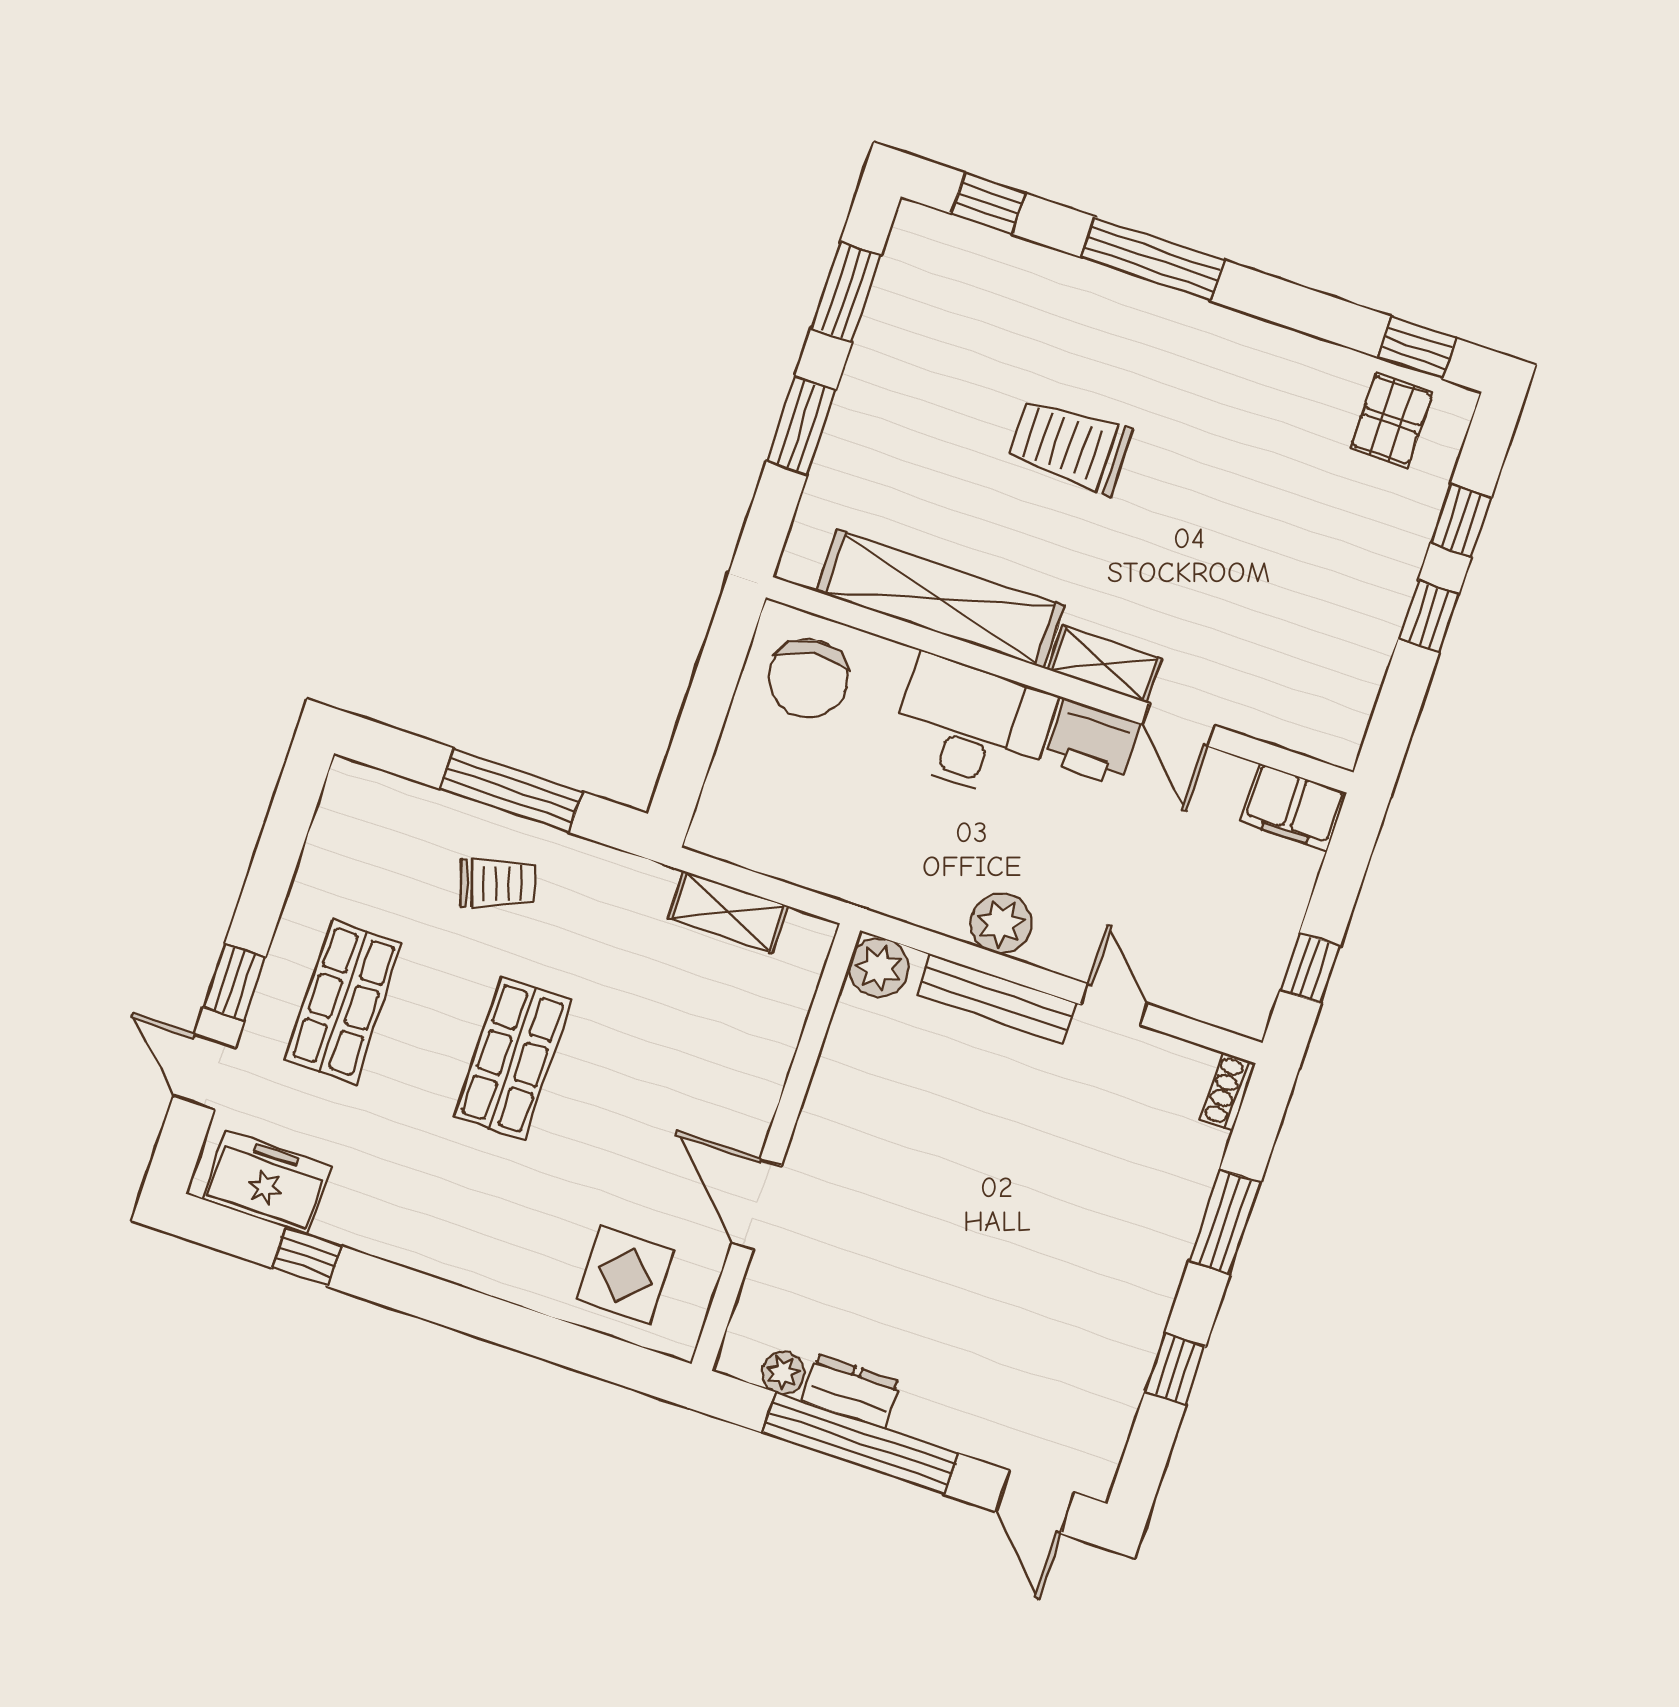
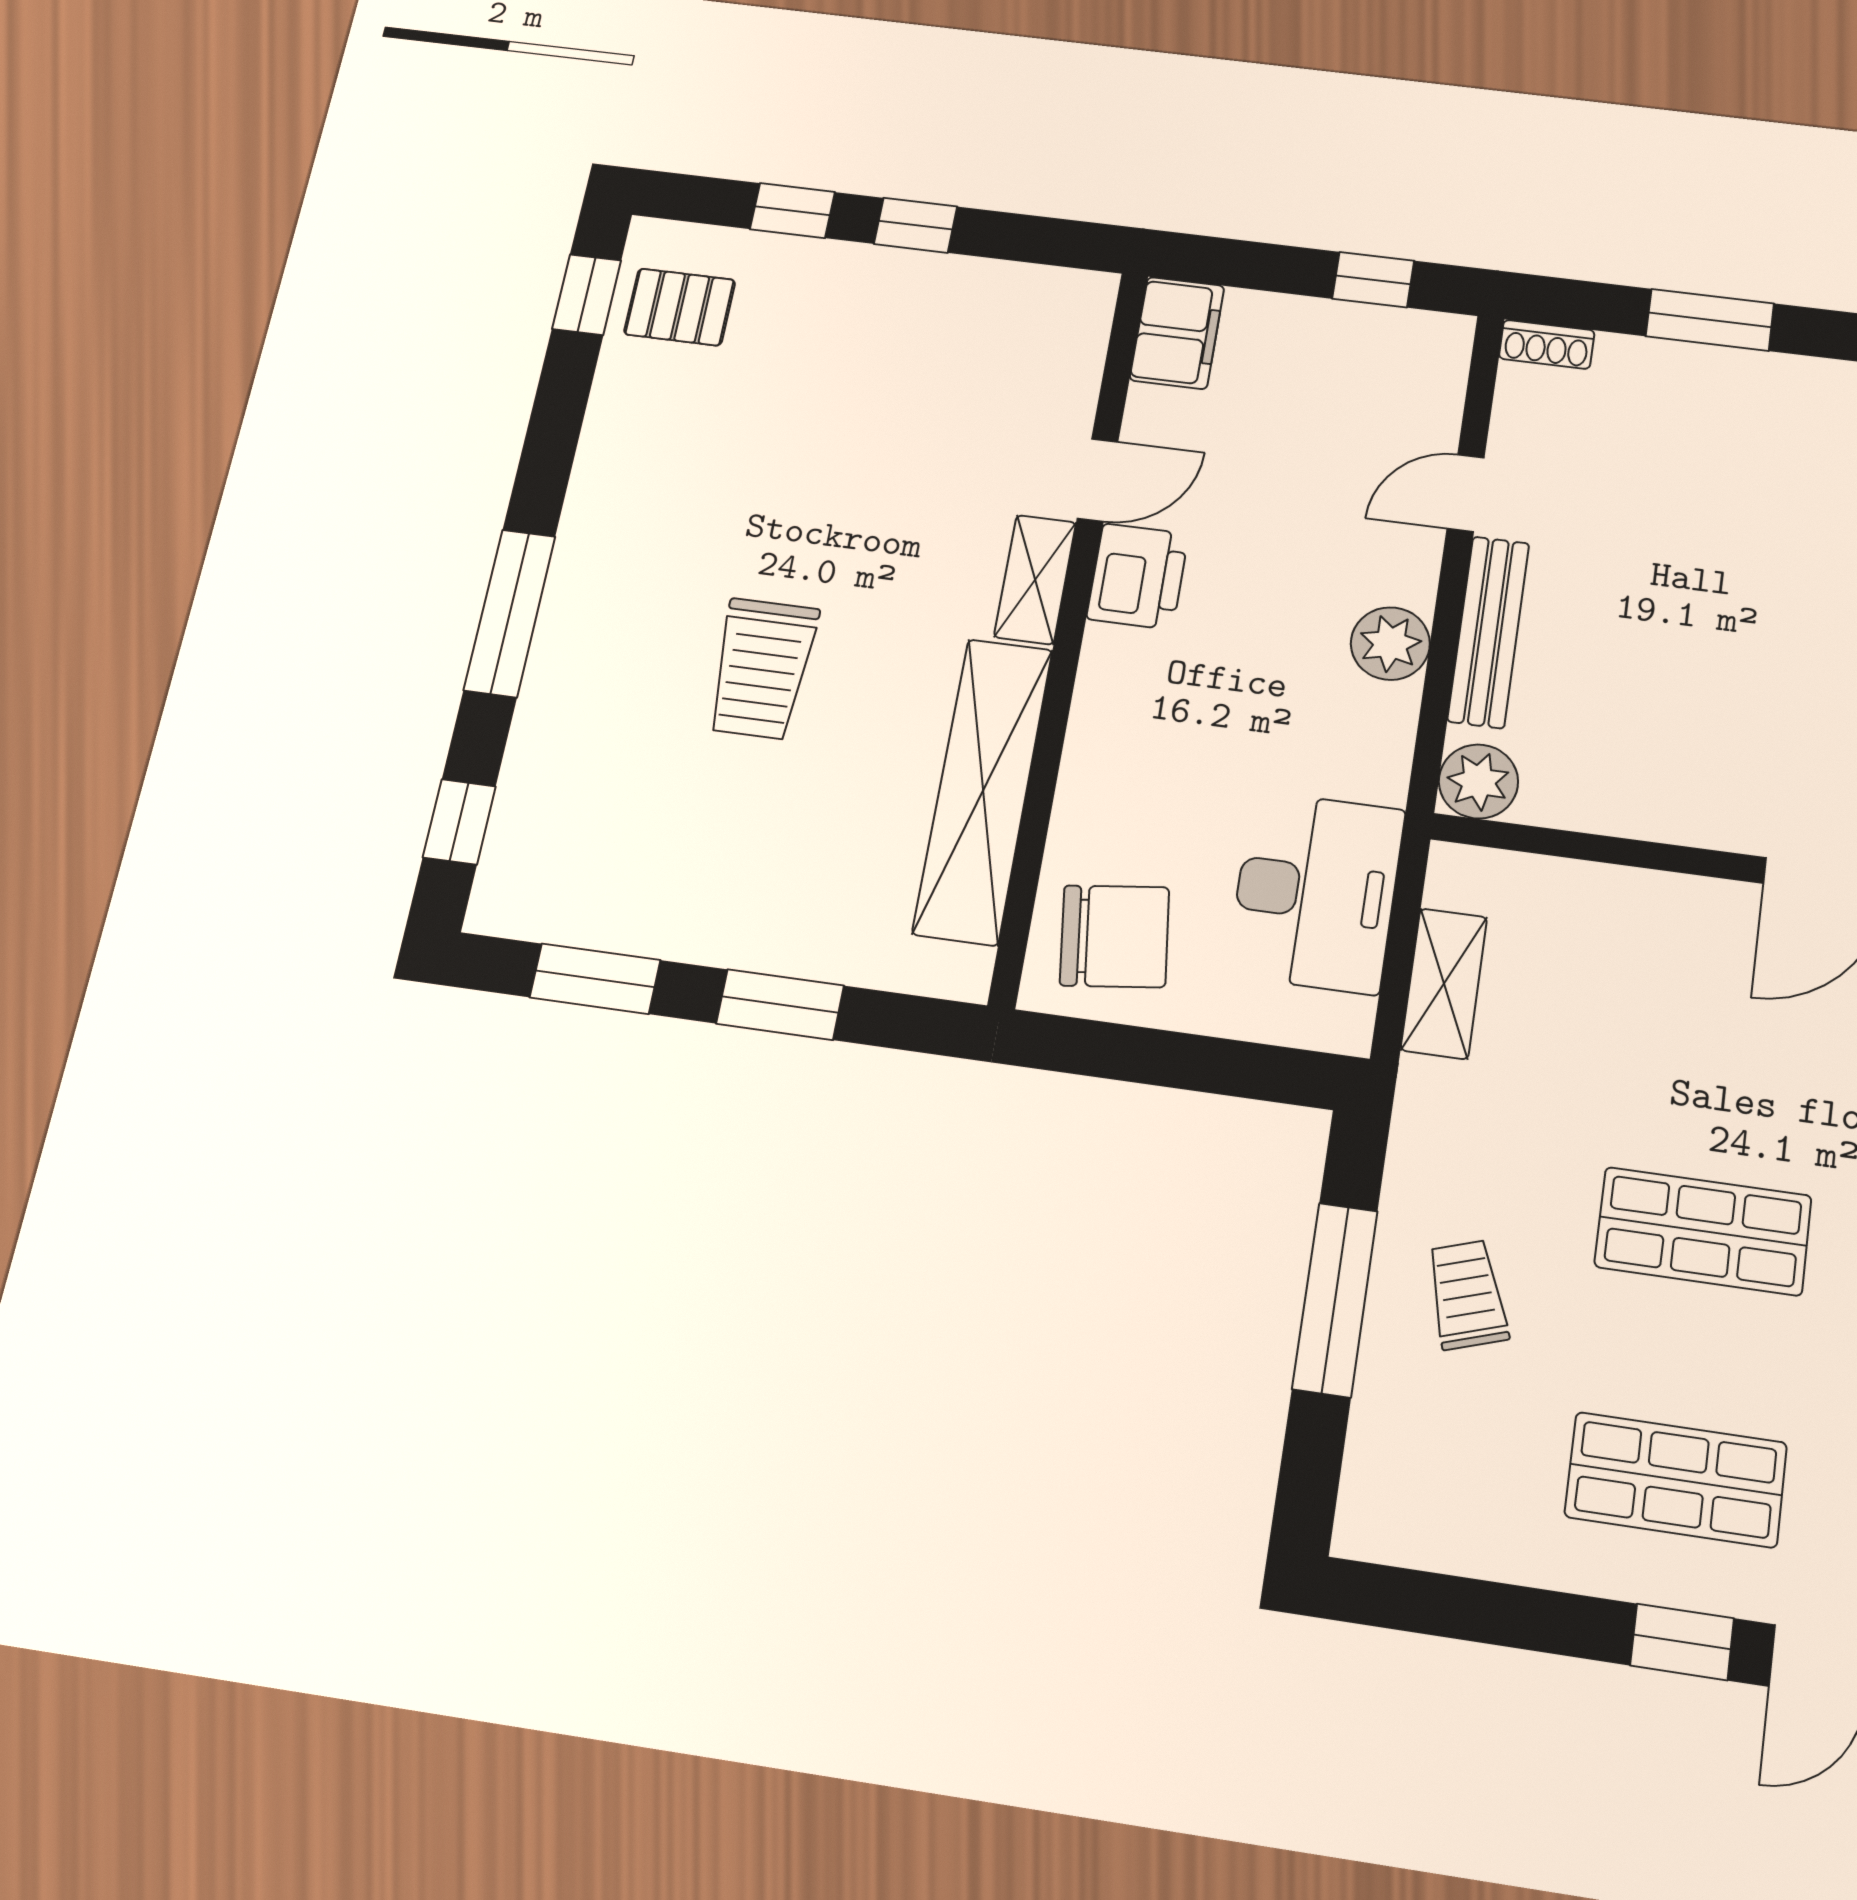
desk: (972, 727) -> (1316, 892), moved, turned 180

